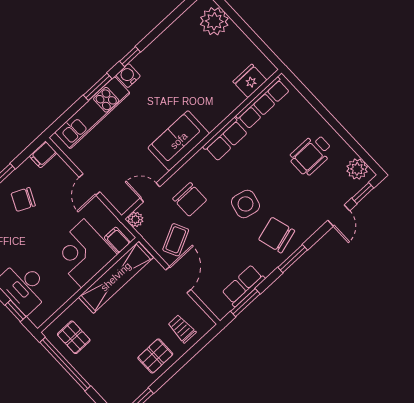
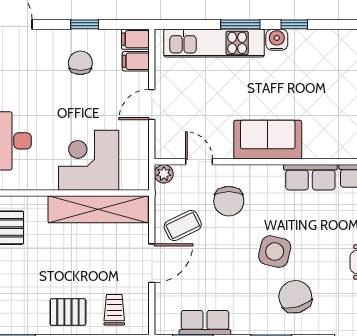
chair: (23, 199) -> (80, 63), turned 65
chair: (277, 235) -> (295, 297), moved
filing cabinet: (117, 240) -> (136, 61), moved, turned -90

